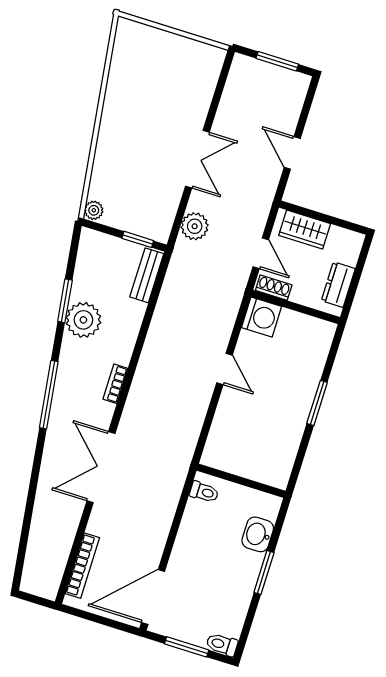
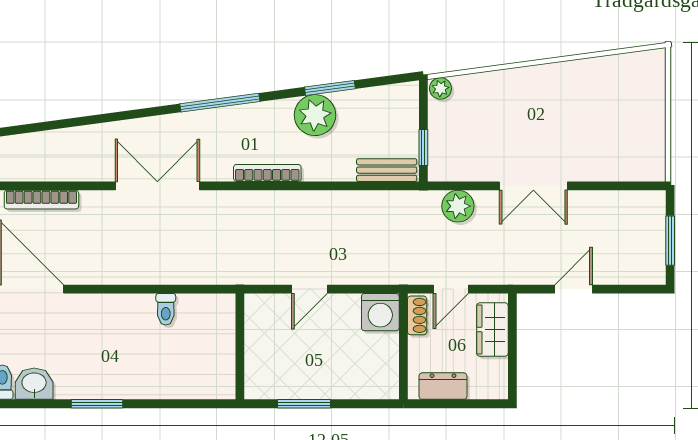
bookcase: (115, 384) -> (267, 173), width x1.56
wall: (241, 481) -> (240, 346), moved
washbasin: (258, 534) -> (34, 384), moved

